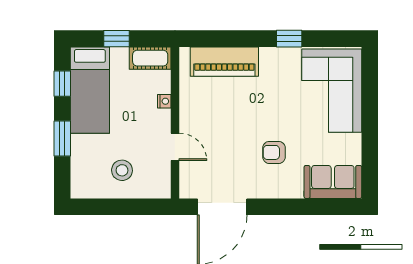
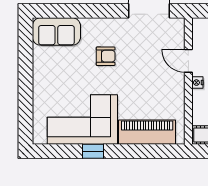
corner sofa: (332, 91) -> (82, 120), moved, turned -90
nightstand: (164, 101) -> (197, 83), moved

